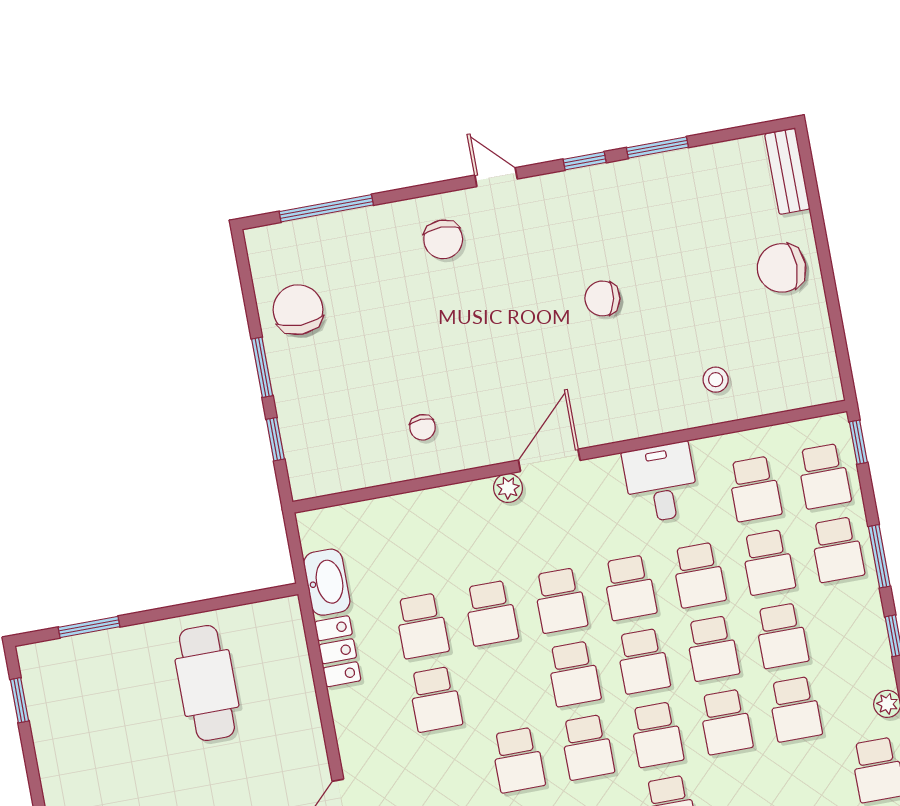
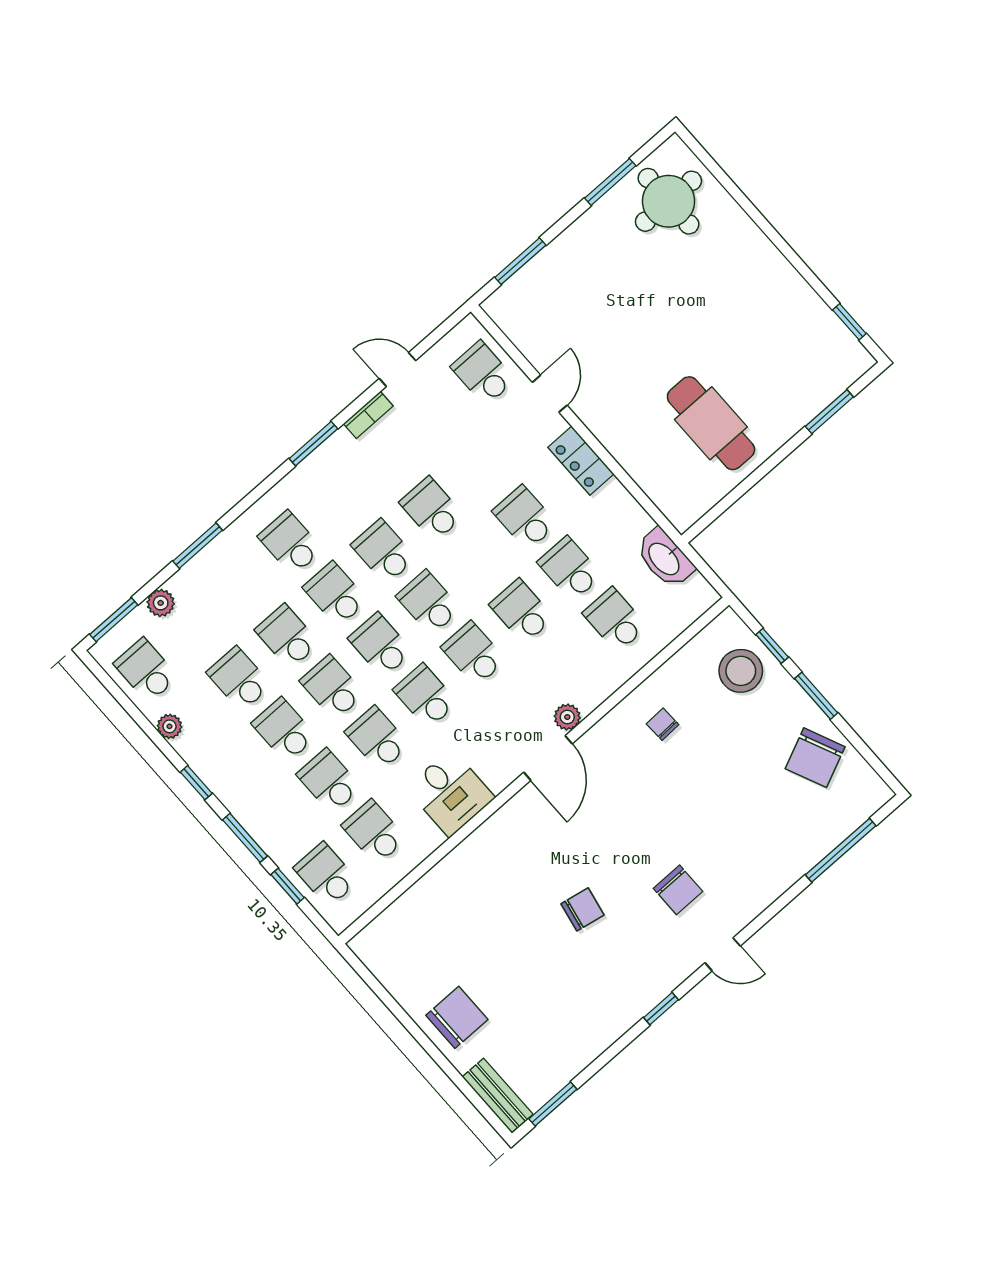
window: (657, 147) -> (553, 1104), moved
chair: (443, 239) -> (678, 890), moved, turned 180
chair: (298, 310) -> (815, 758), turned 66
stool: (716, 380) -> (741, 671), moved, width x1.89, depth x1.89
window: (858, 442) -> (288, 886), moved
school desk: (837, 550) -> (615, 620), moved
locker: (338, 651) -> (581, 461), moved

